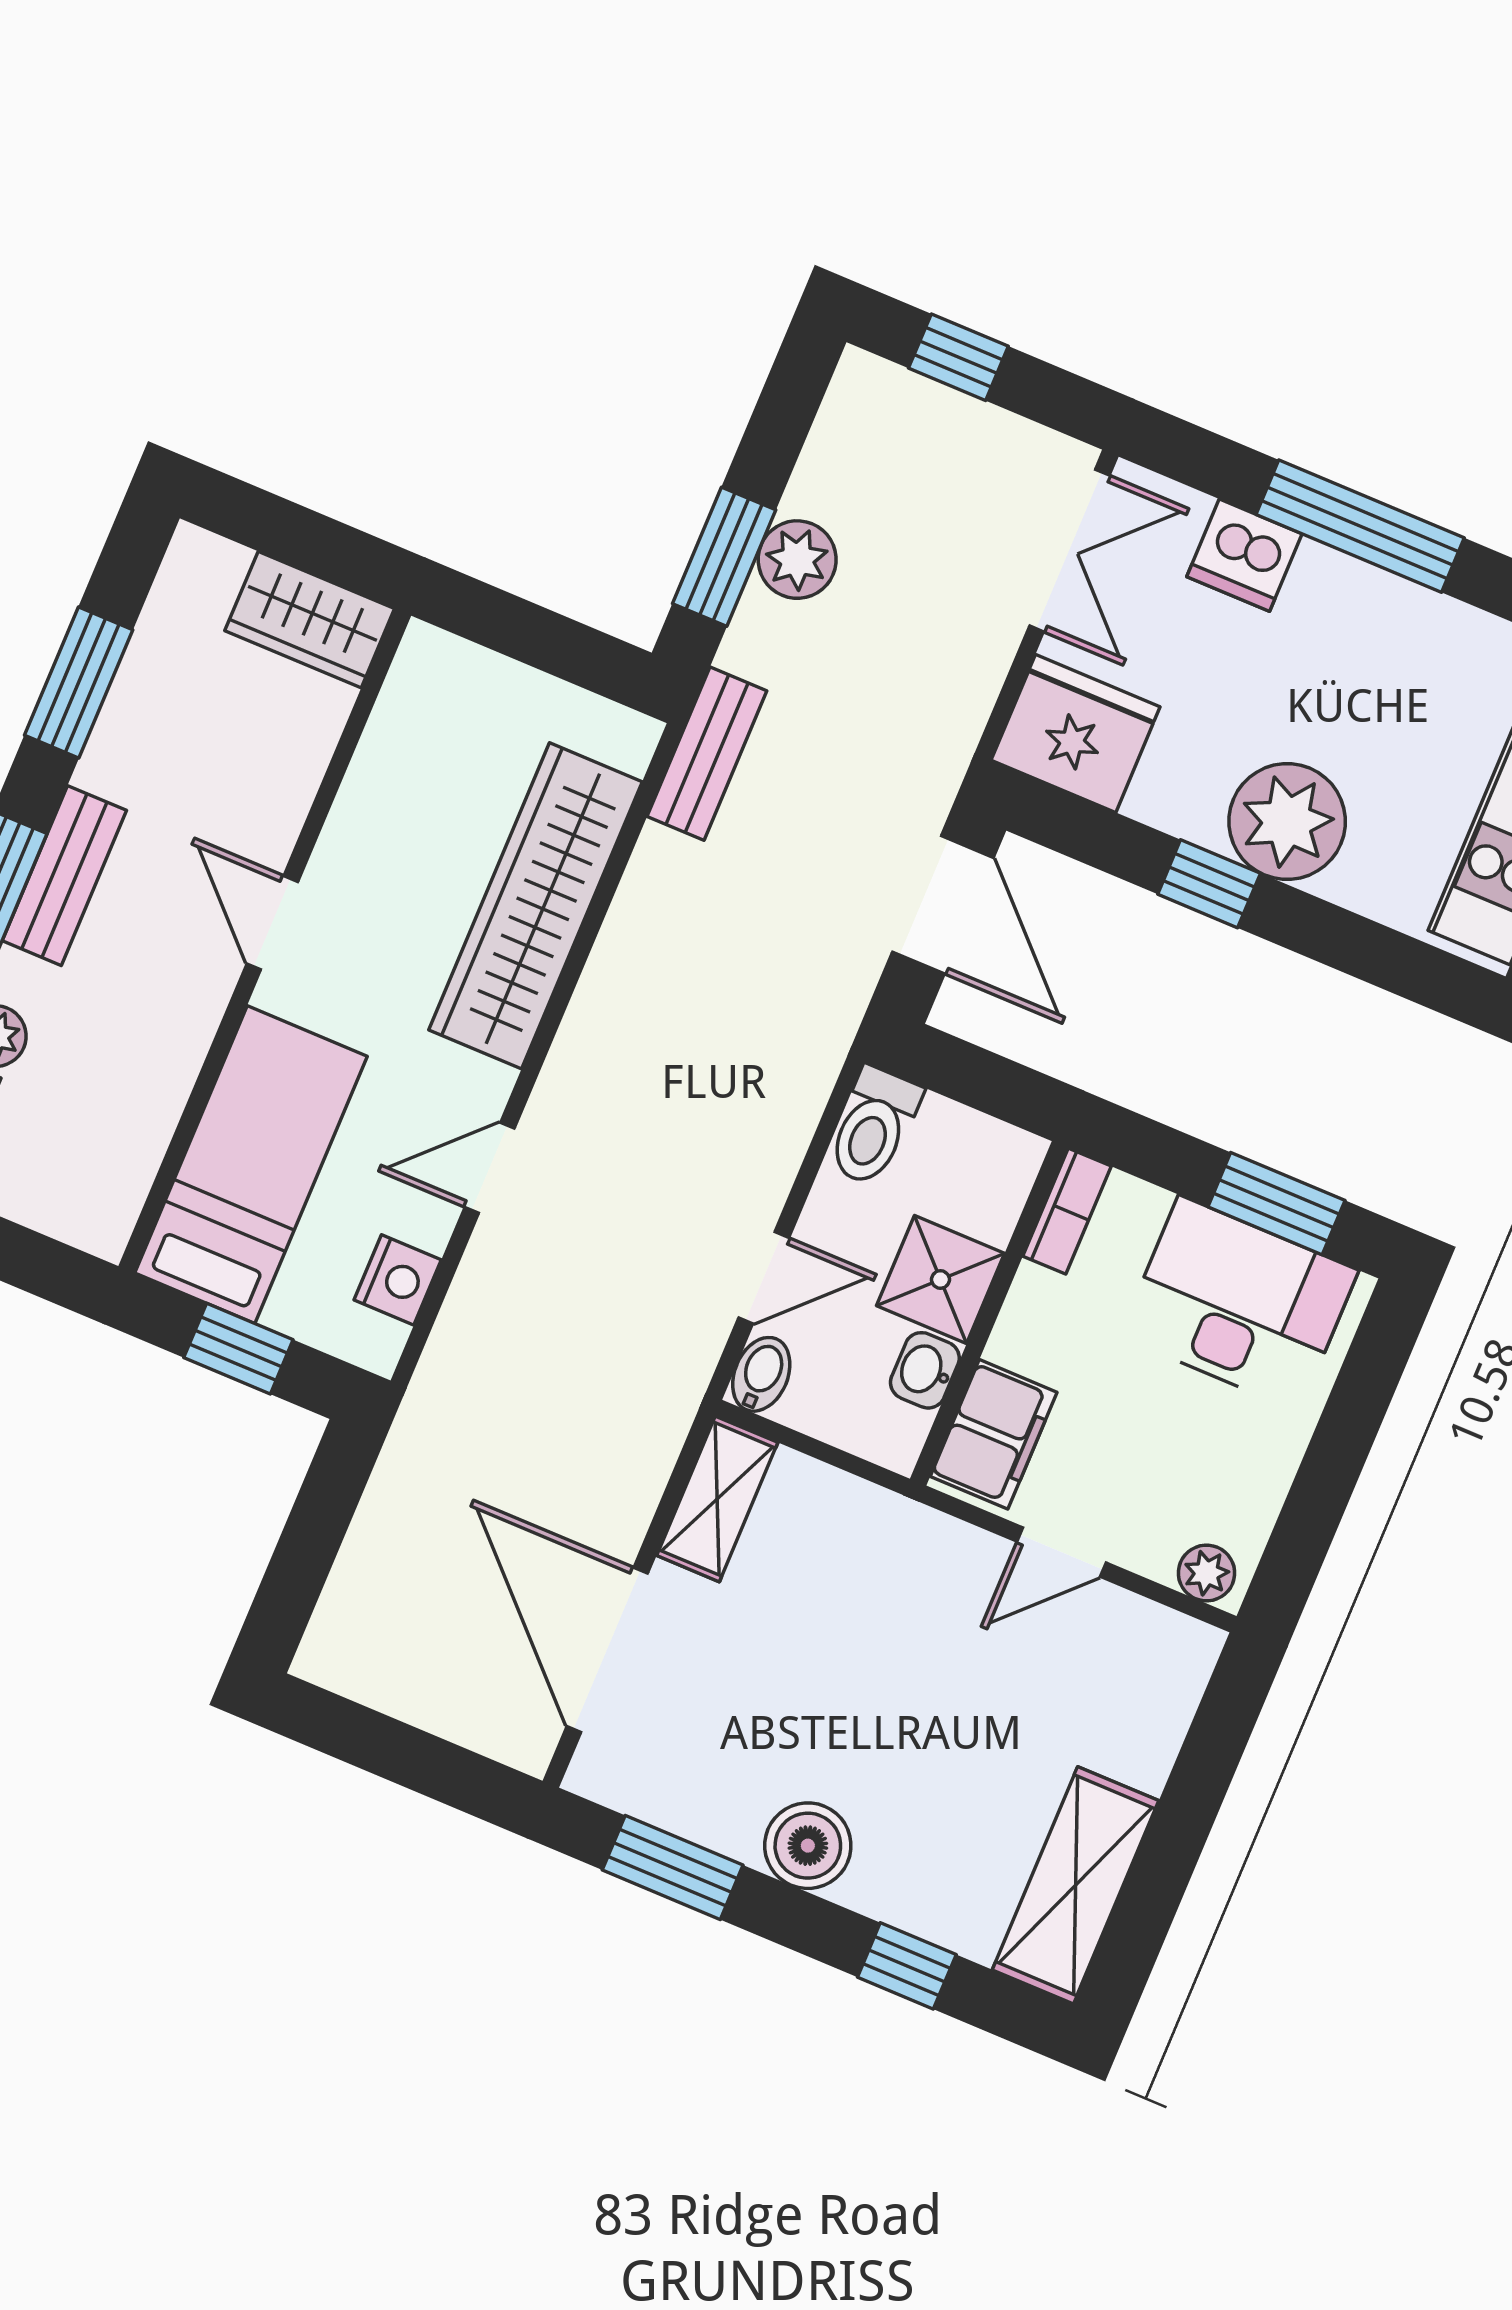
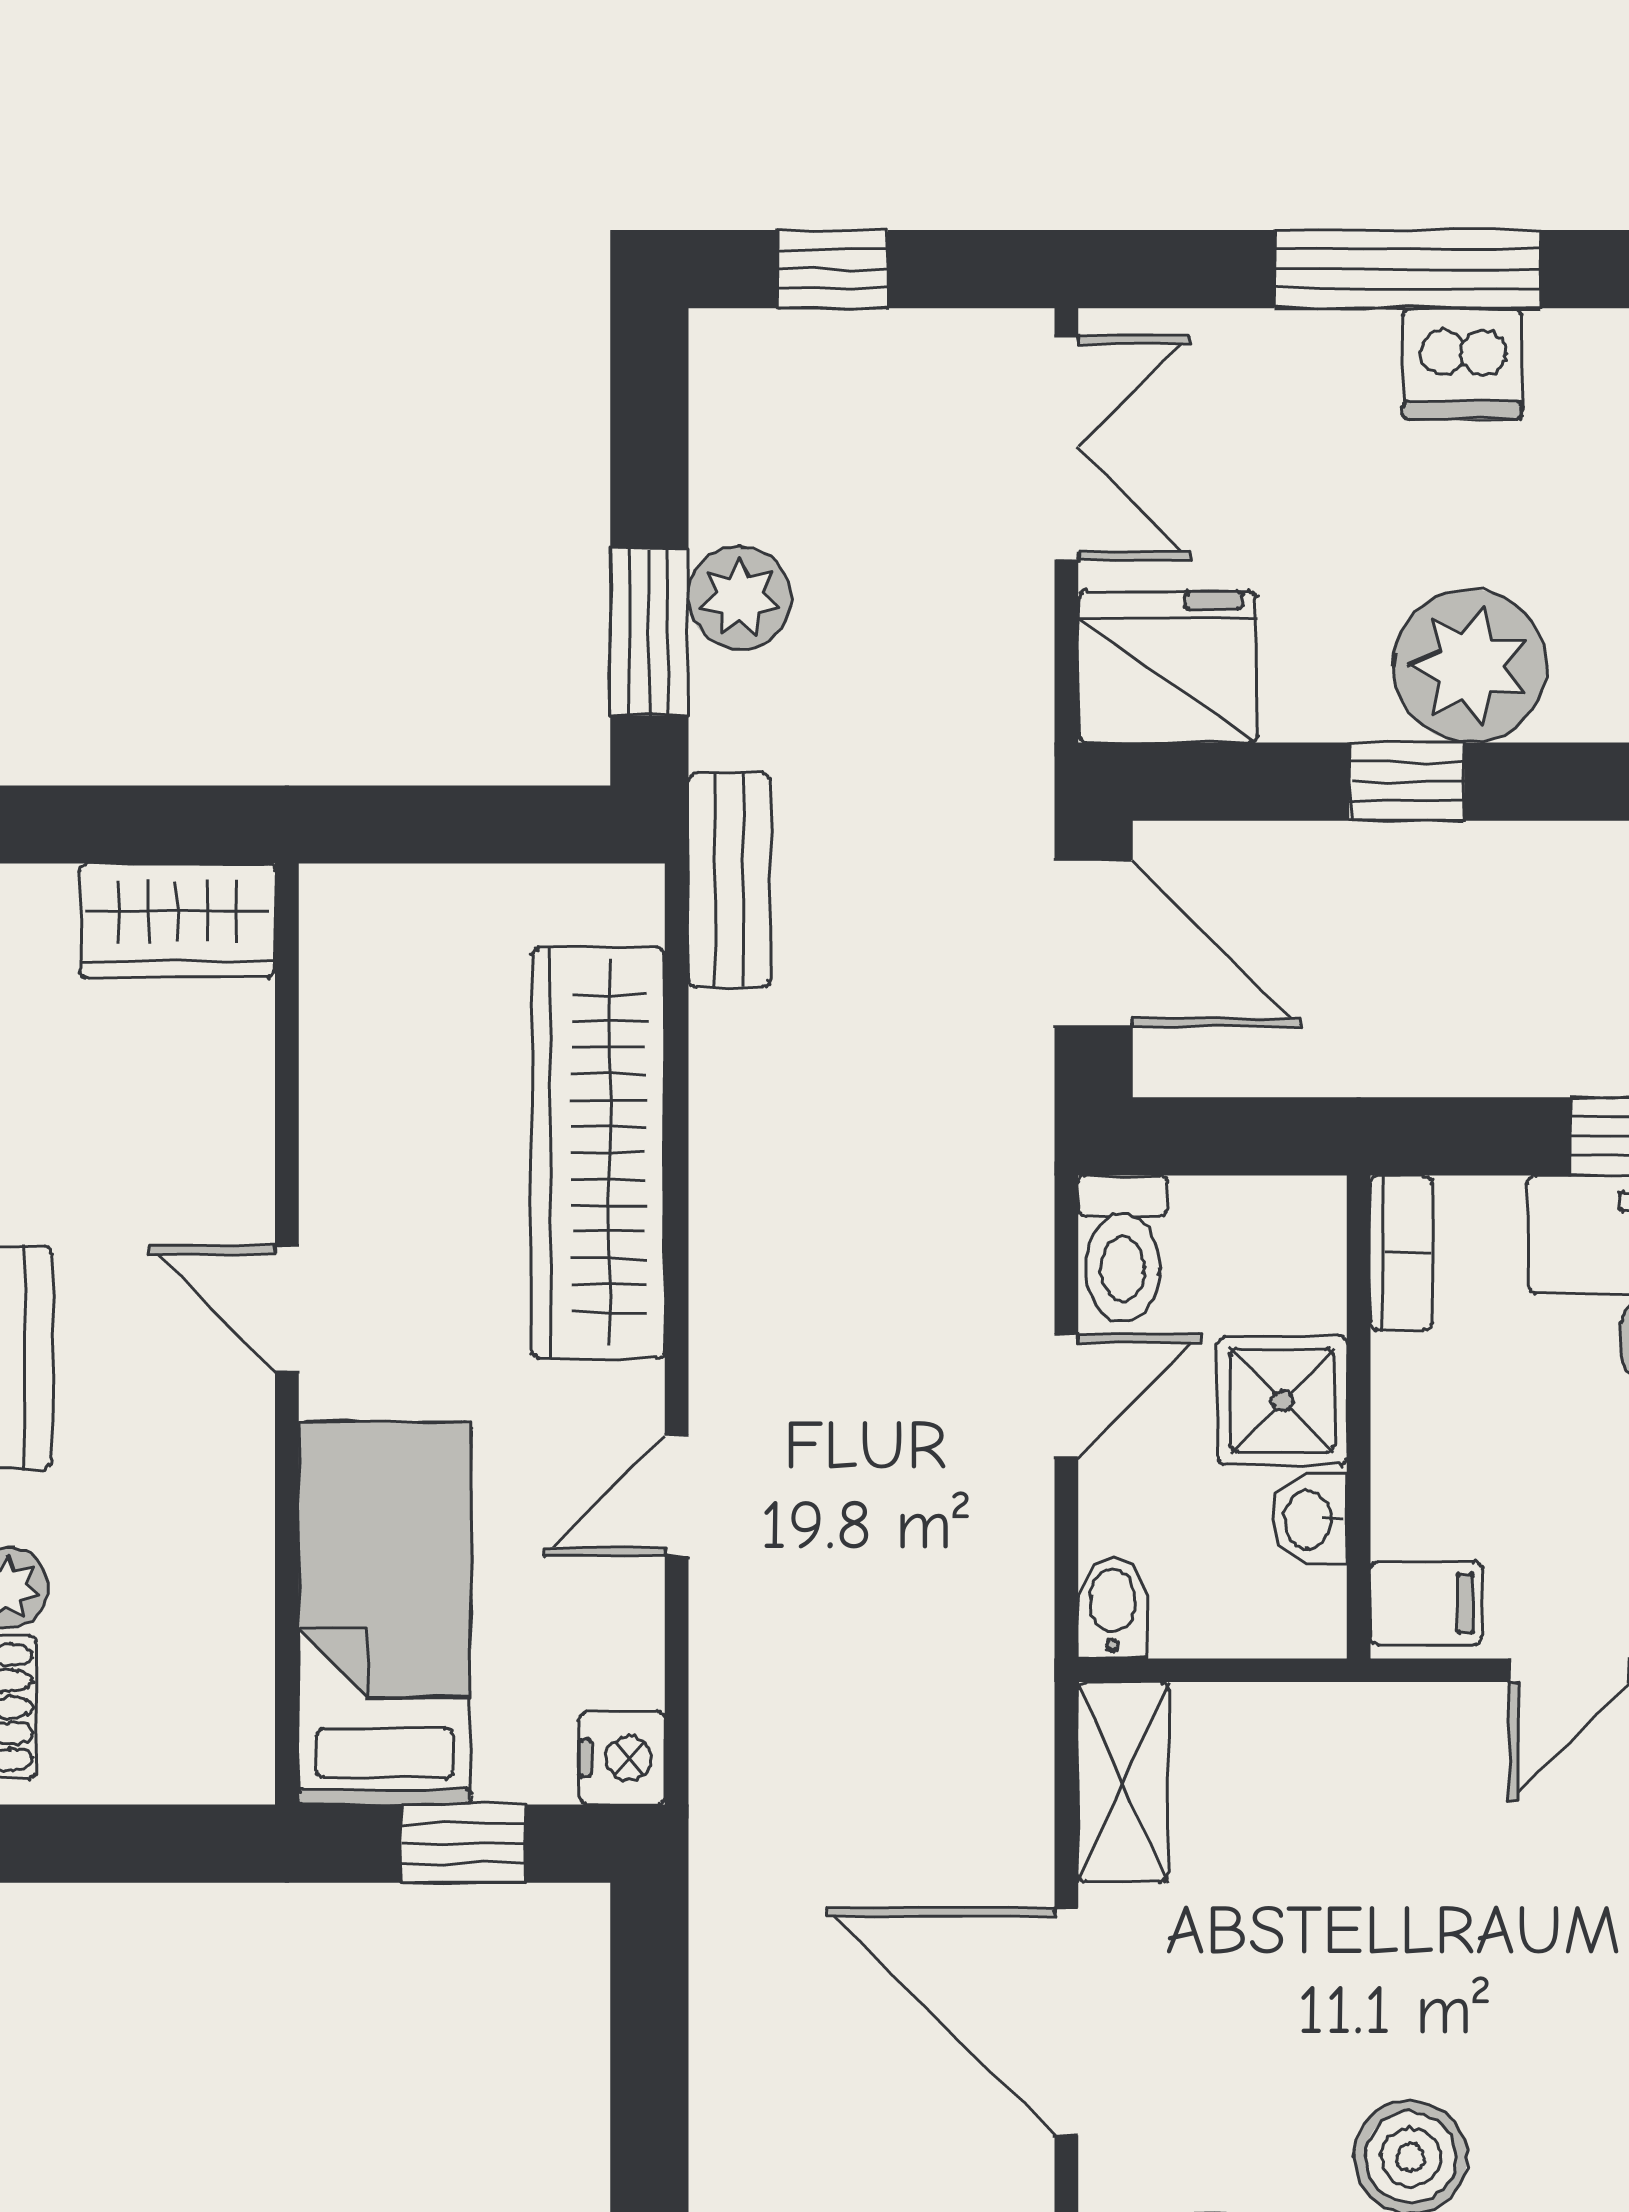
dishwasher: (1244, 555) -> (1462, 364), moved
door: (764, 1278) -> (1066, 1396), moved
nightstand: (398, 1280) -> (622, 1758), moved
filing cabinet: (994, 1434) -> (1426, 1604), width x0.50

